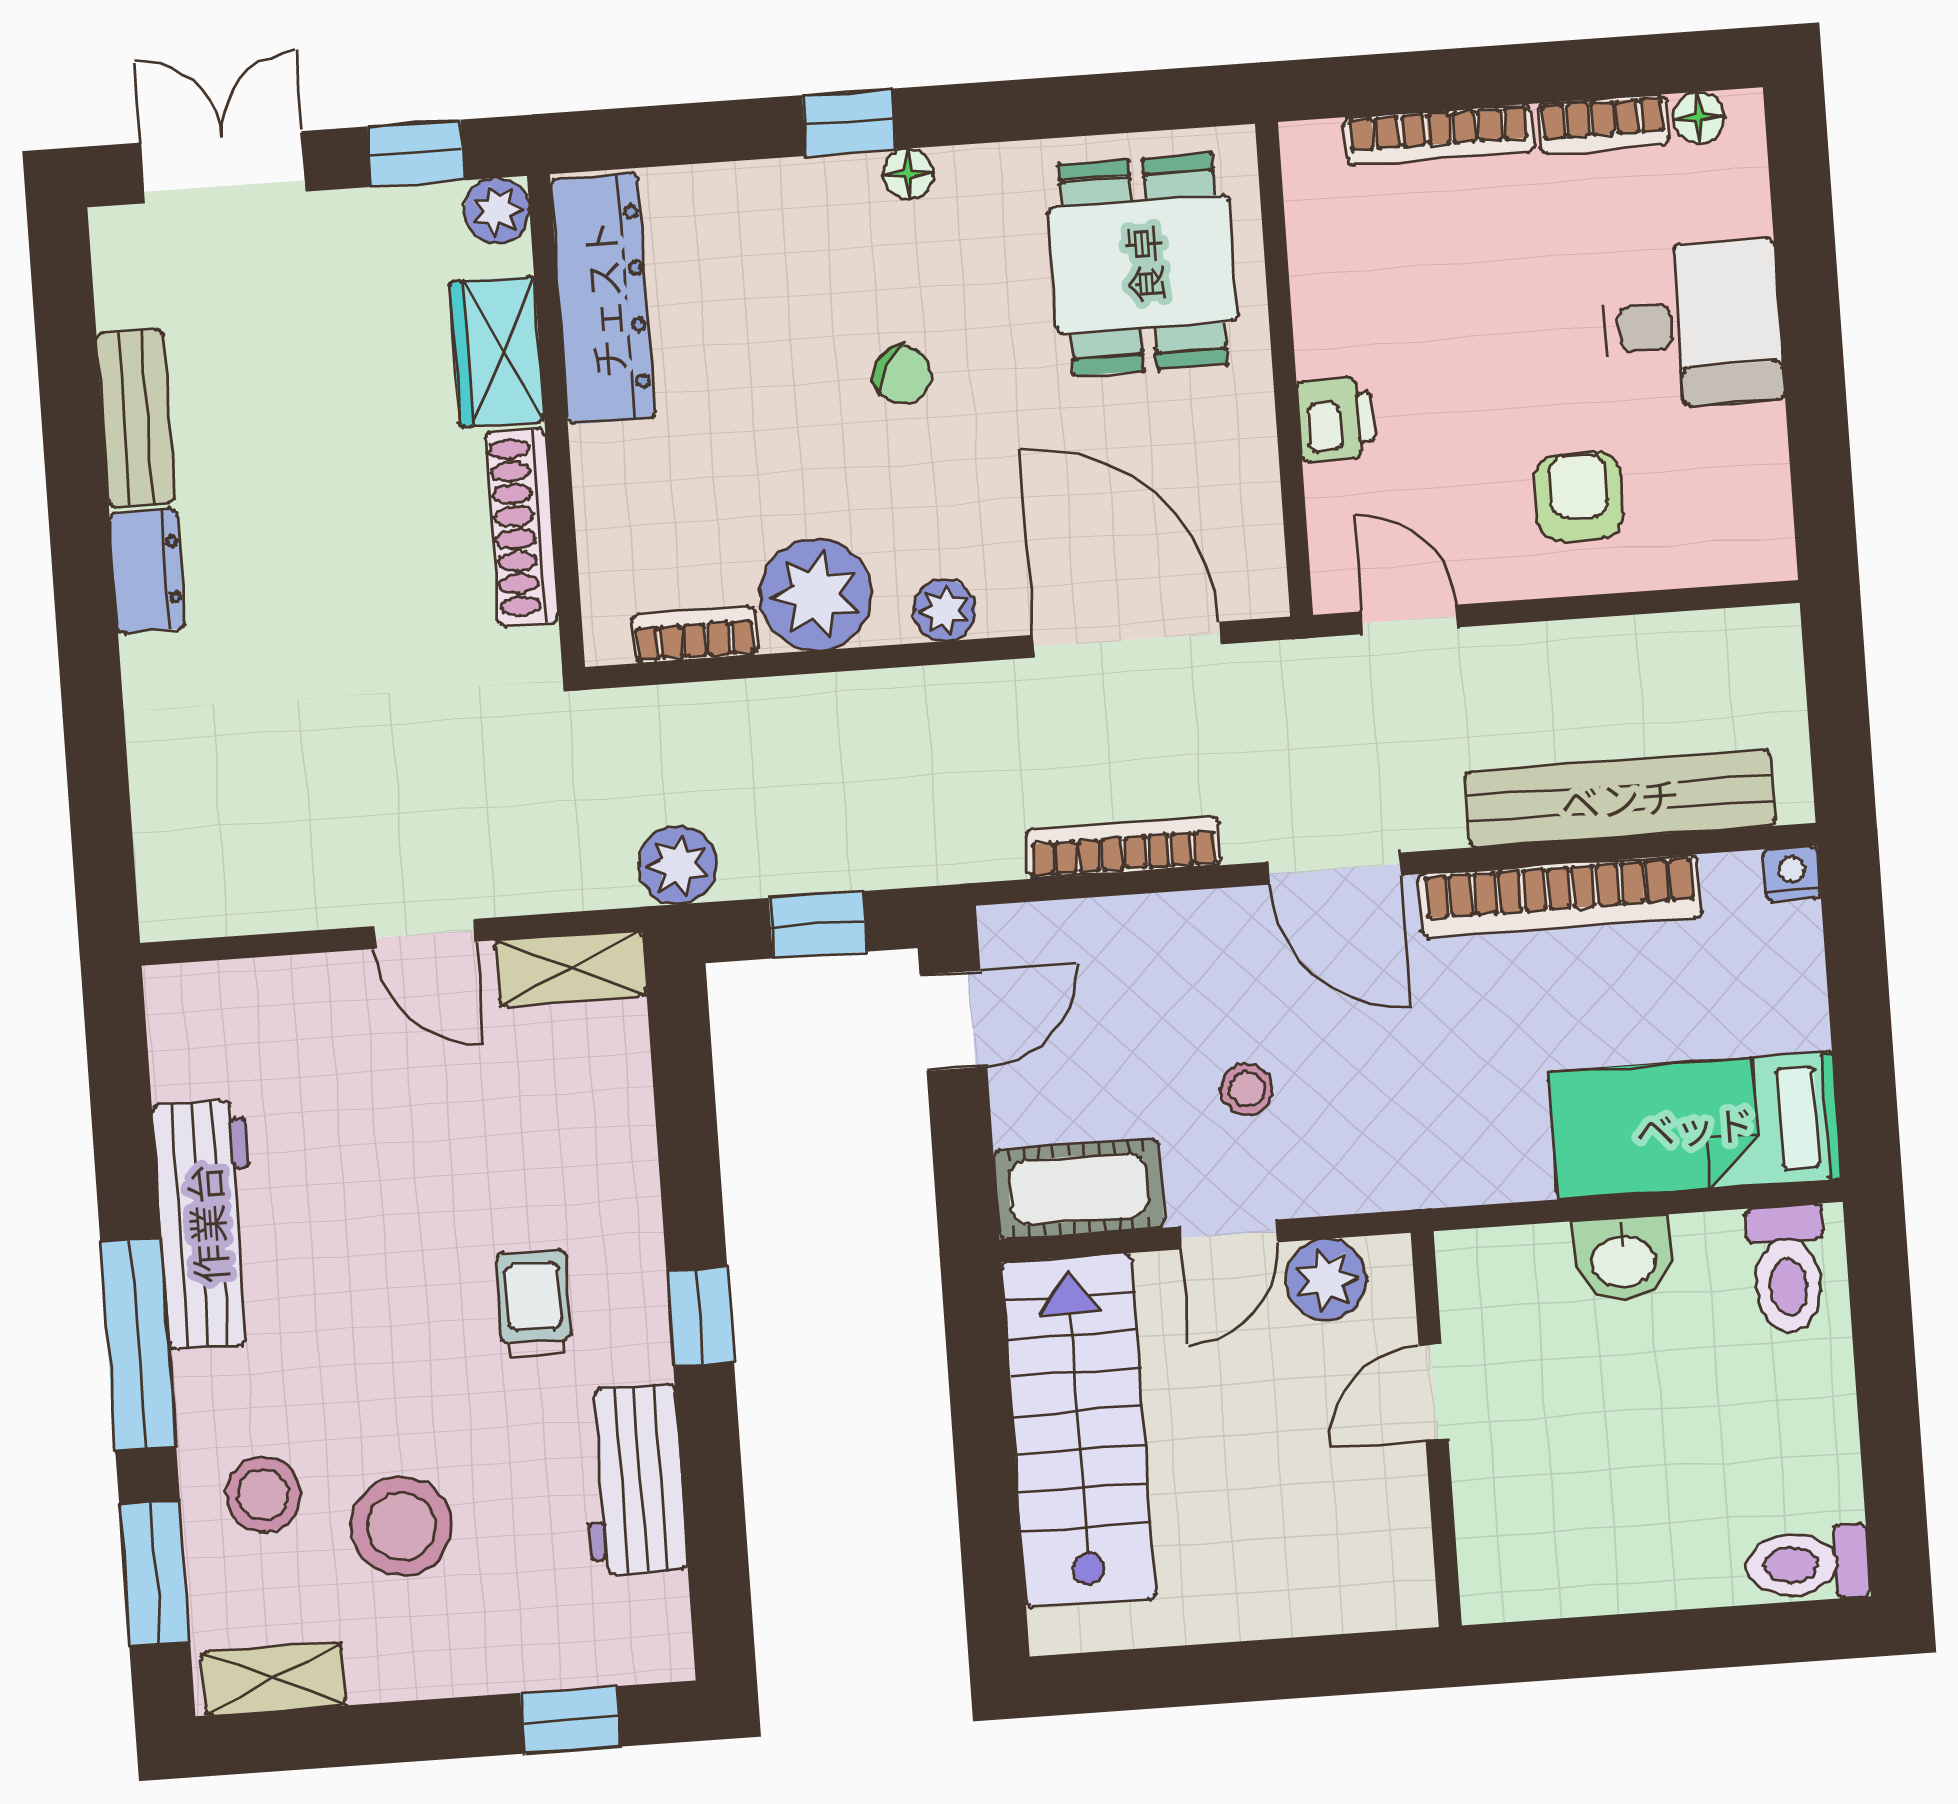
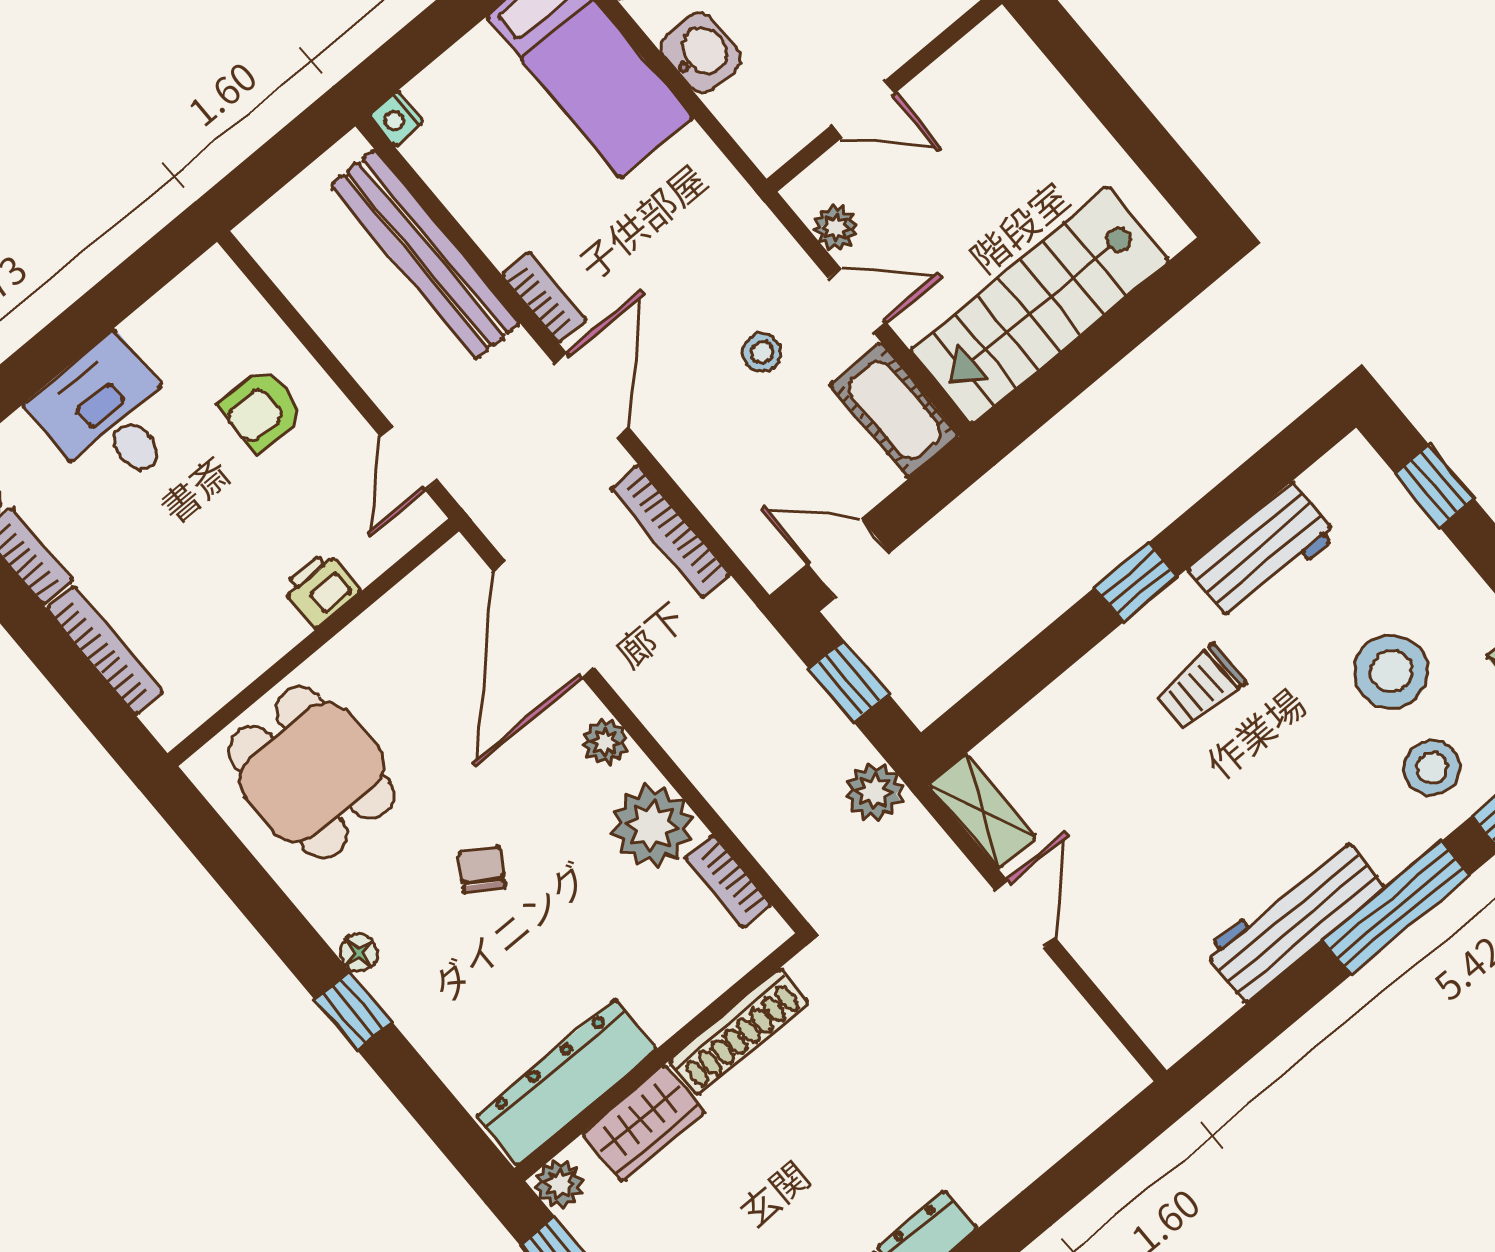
dining table: (1143, 264) -> (311, 772), turned 90
bookcase: (1560, 896) -> (544, 297), width x0.43, depth x0.76
plant: (1326, 1280) -> (836, 228), width x0.73, depth x0.73

